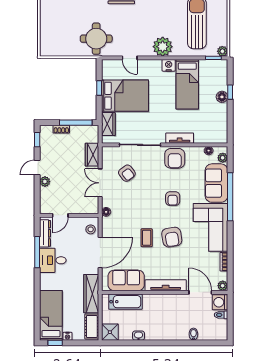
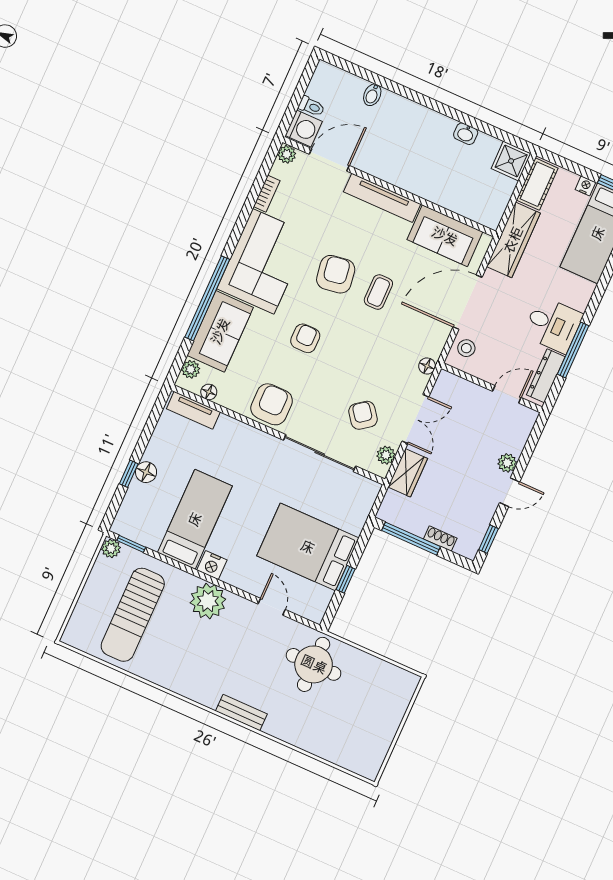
wardrobe: (108, 124) -> (357, 512), removed
tv unit: (180, 138) -> (193, 410), moved
plant: (107, 159) -> (386, 455), added
door: (200, 292) -> (329, 160), swing flipped
bathtub: (125, 302) -> (462, 201), removed

